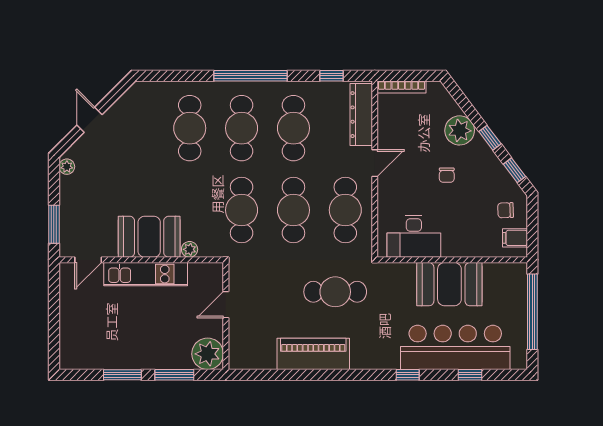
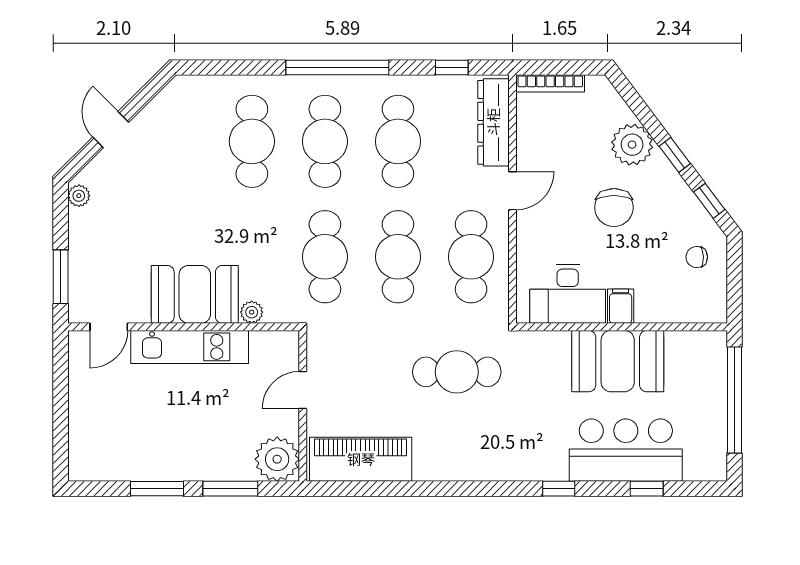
chair: (447, 175) -> (614, 208), width x1.87, depth x1.87
filing cabinet: (515, 238) -> (621, 306), moved, turned 90
bar counter: (455, 347) -> (626, 450), width x0.73
piano: (313, 354) -> (361, 459), moved

